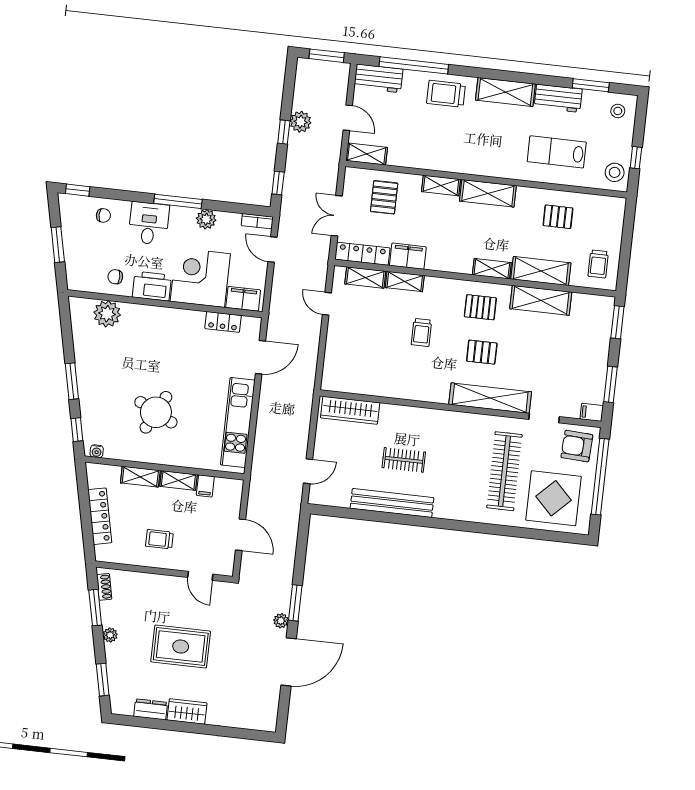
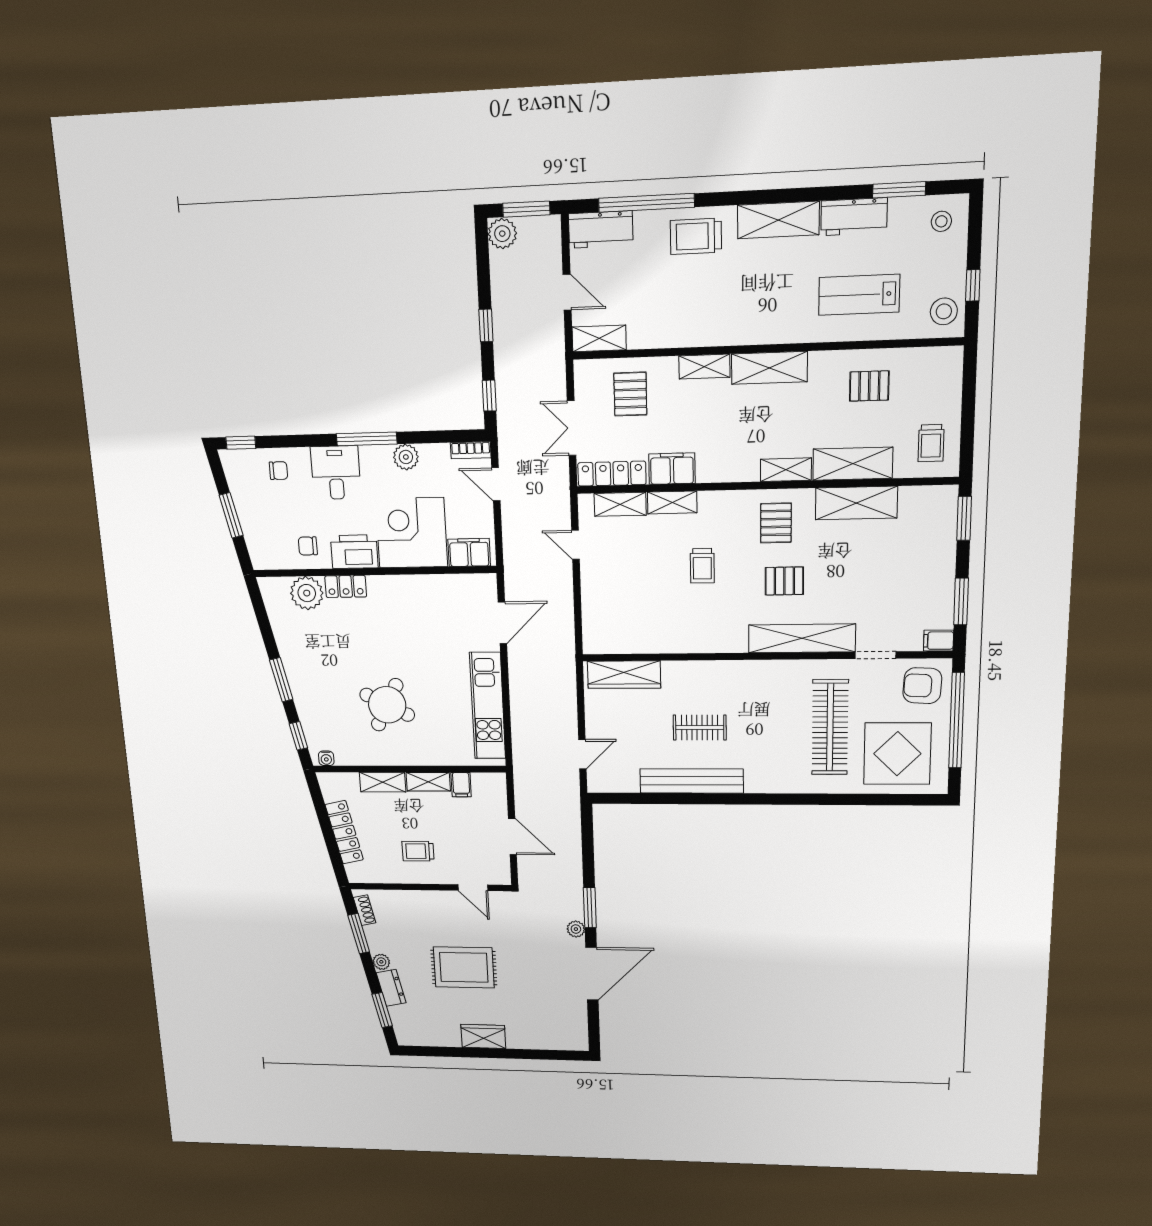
plant: (301, 122) -> (502, 234), moved
pallet: (480, 307) -> (776, 523), turned 90
locker: (223, 322) -> (346, 586), moved
dresser: (151, 709) -> (391, 988), moved, turned 78

